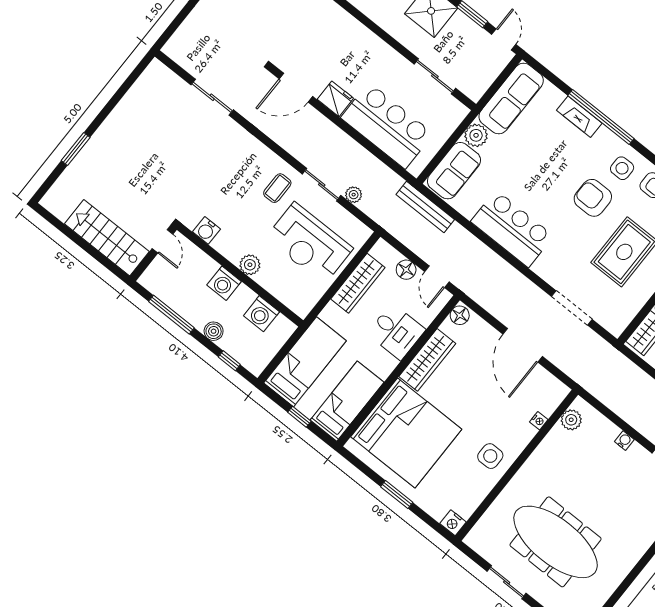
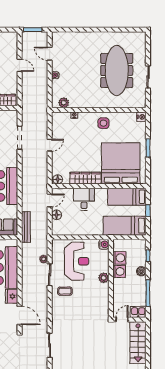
water cooler: (206, 230) -> (104, 244), moved
kitchen sink: (154, 276) -> (138, 312), added
washing machine: (224, 283) -> (119, 271), moved
wardrobe: (358, 283) -> (77, 230), removed
door: (523, 345) -> (50, 145), width x0.53

